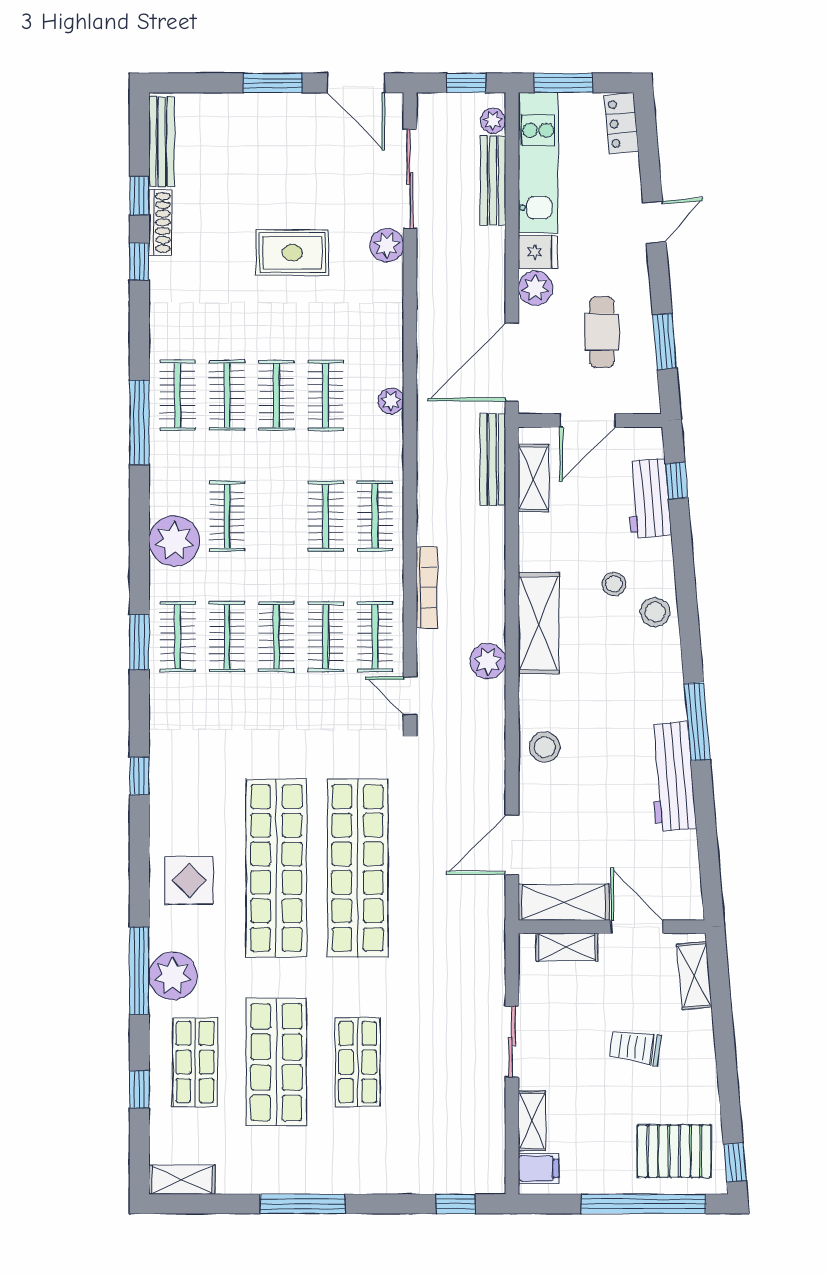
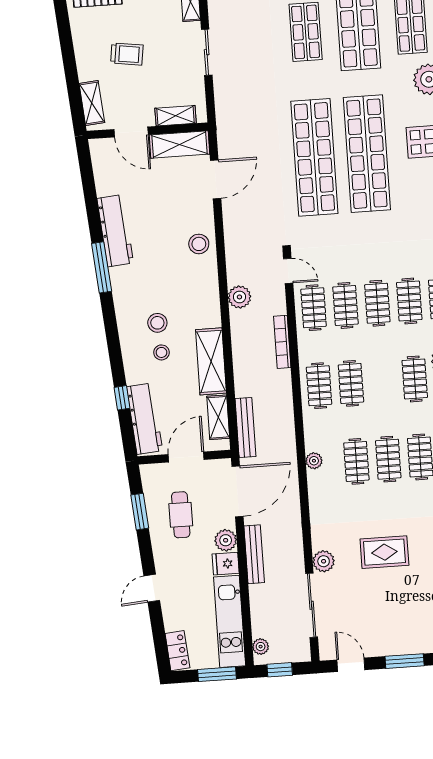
door: (356, 83) -> (351, 665), width x0.73
bench: (493, 181) -> (254, 554), moved
window: (677, 481) -> (122, 398), moved
workbench: (648, 498) -> (145, 419), width x1.37
stool: (655, 612) -> (157, 323), moved
shelving: (539, 623) -> (211, 361), moved

